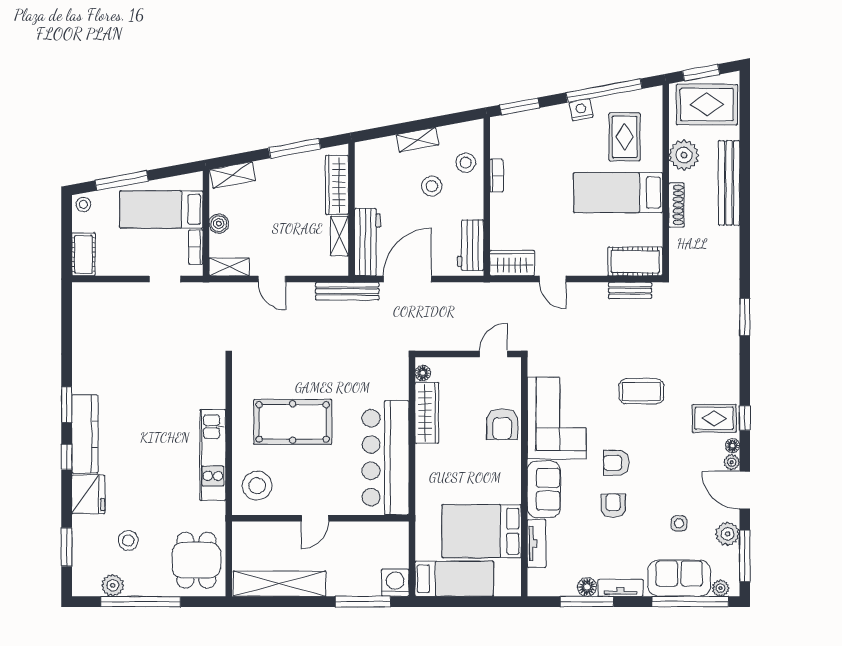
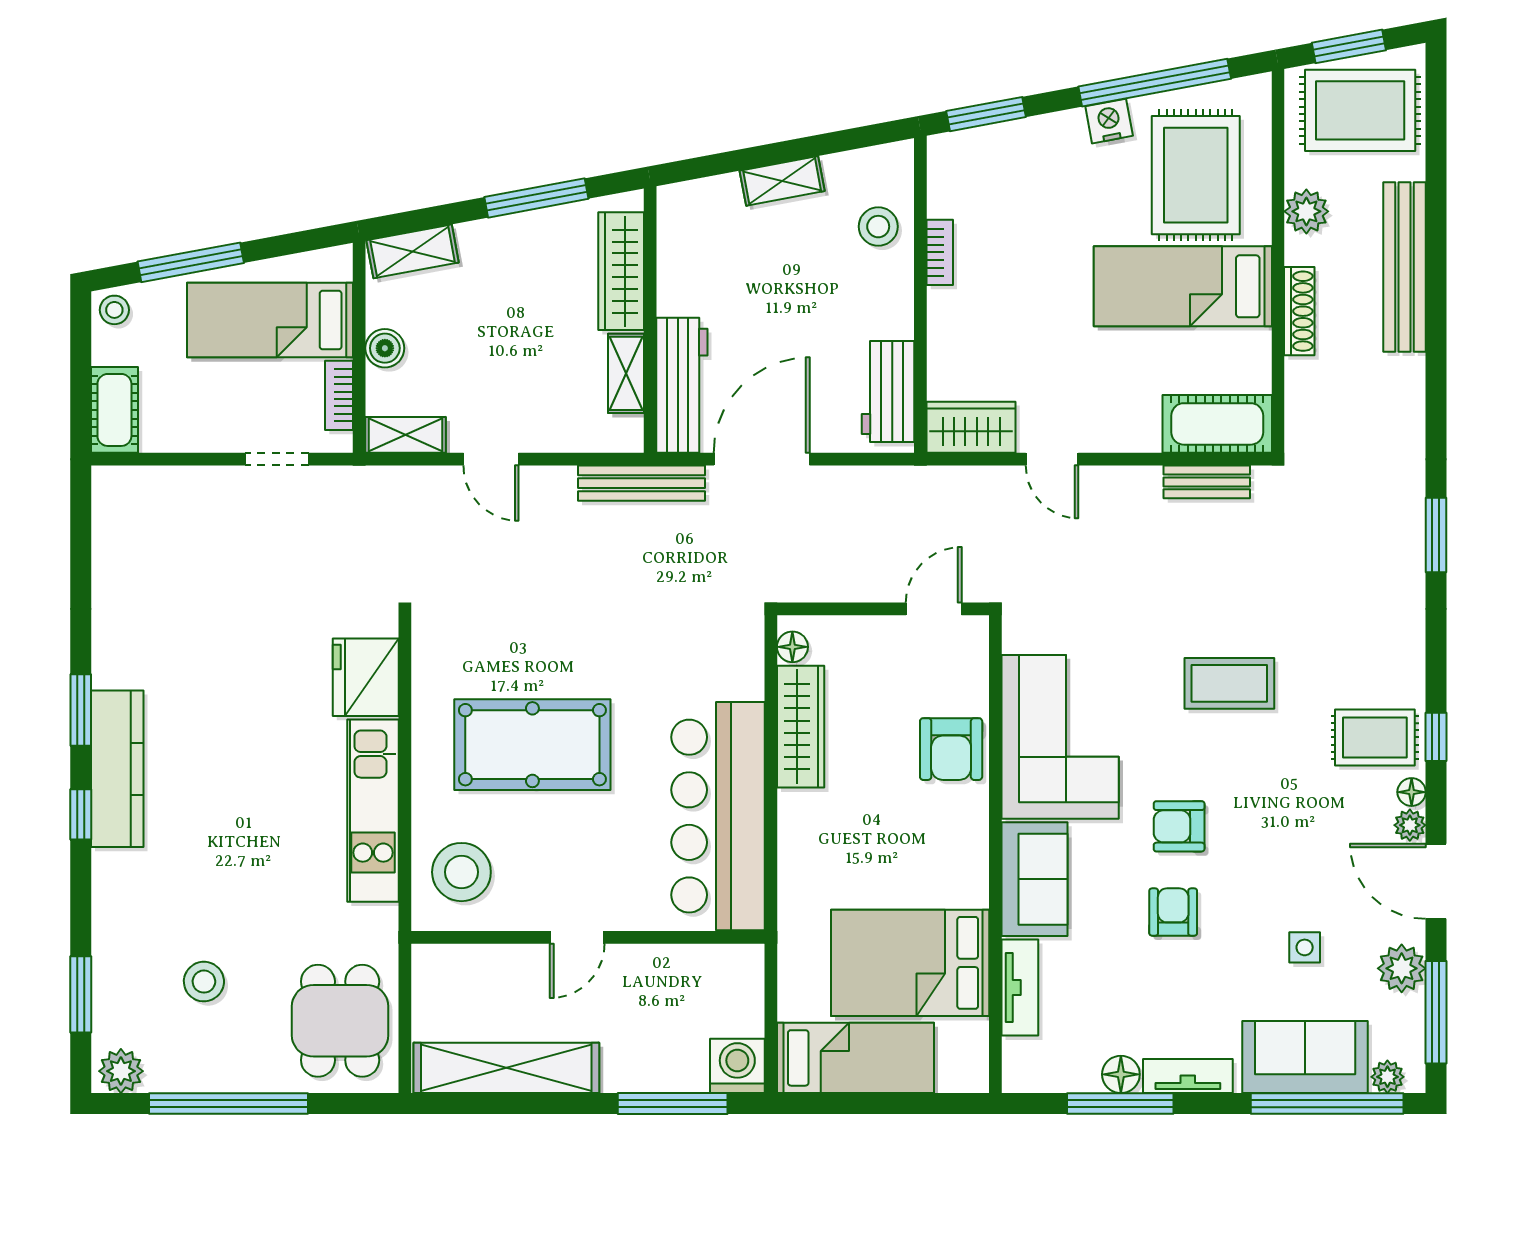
rug: (625, 137) -> (1196, 175), width x1.36, depth x1.43
plant: (684, 155) -> (1306, 211), width x0.73, depth x0.73
stool: (432, 186) -> (811, 273), removed
fridge: (88, 494) -> (366, 677), moved, turned 180
plant: (113, 585) -> (121, 1071), moved

